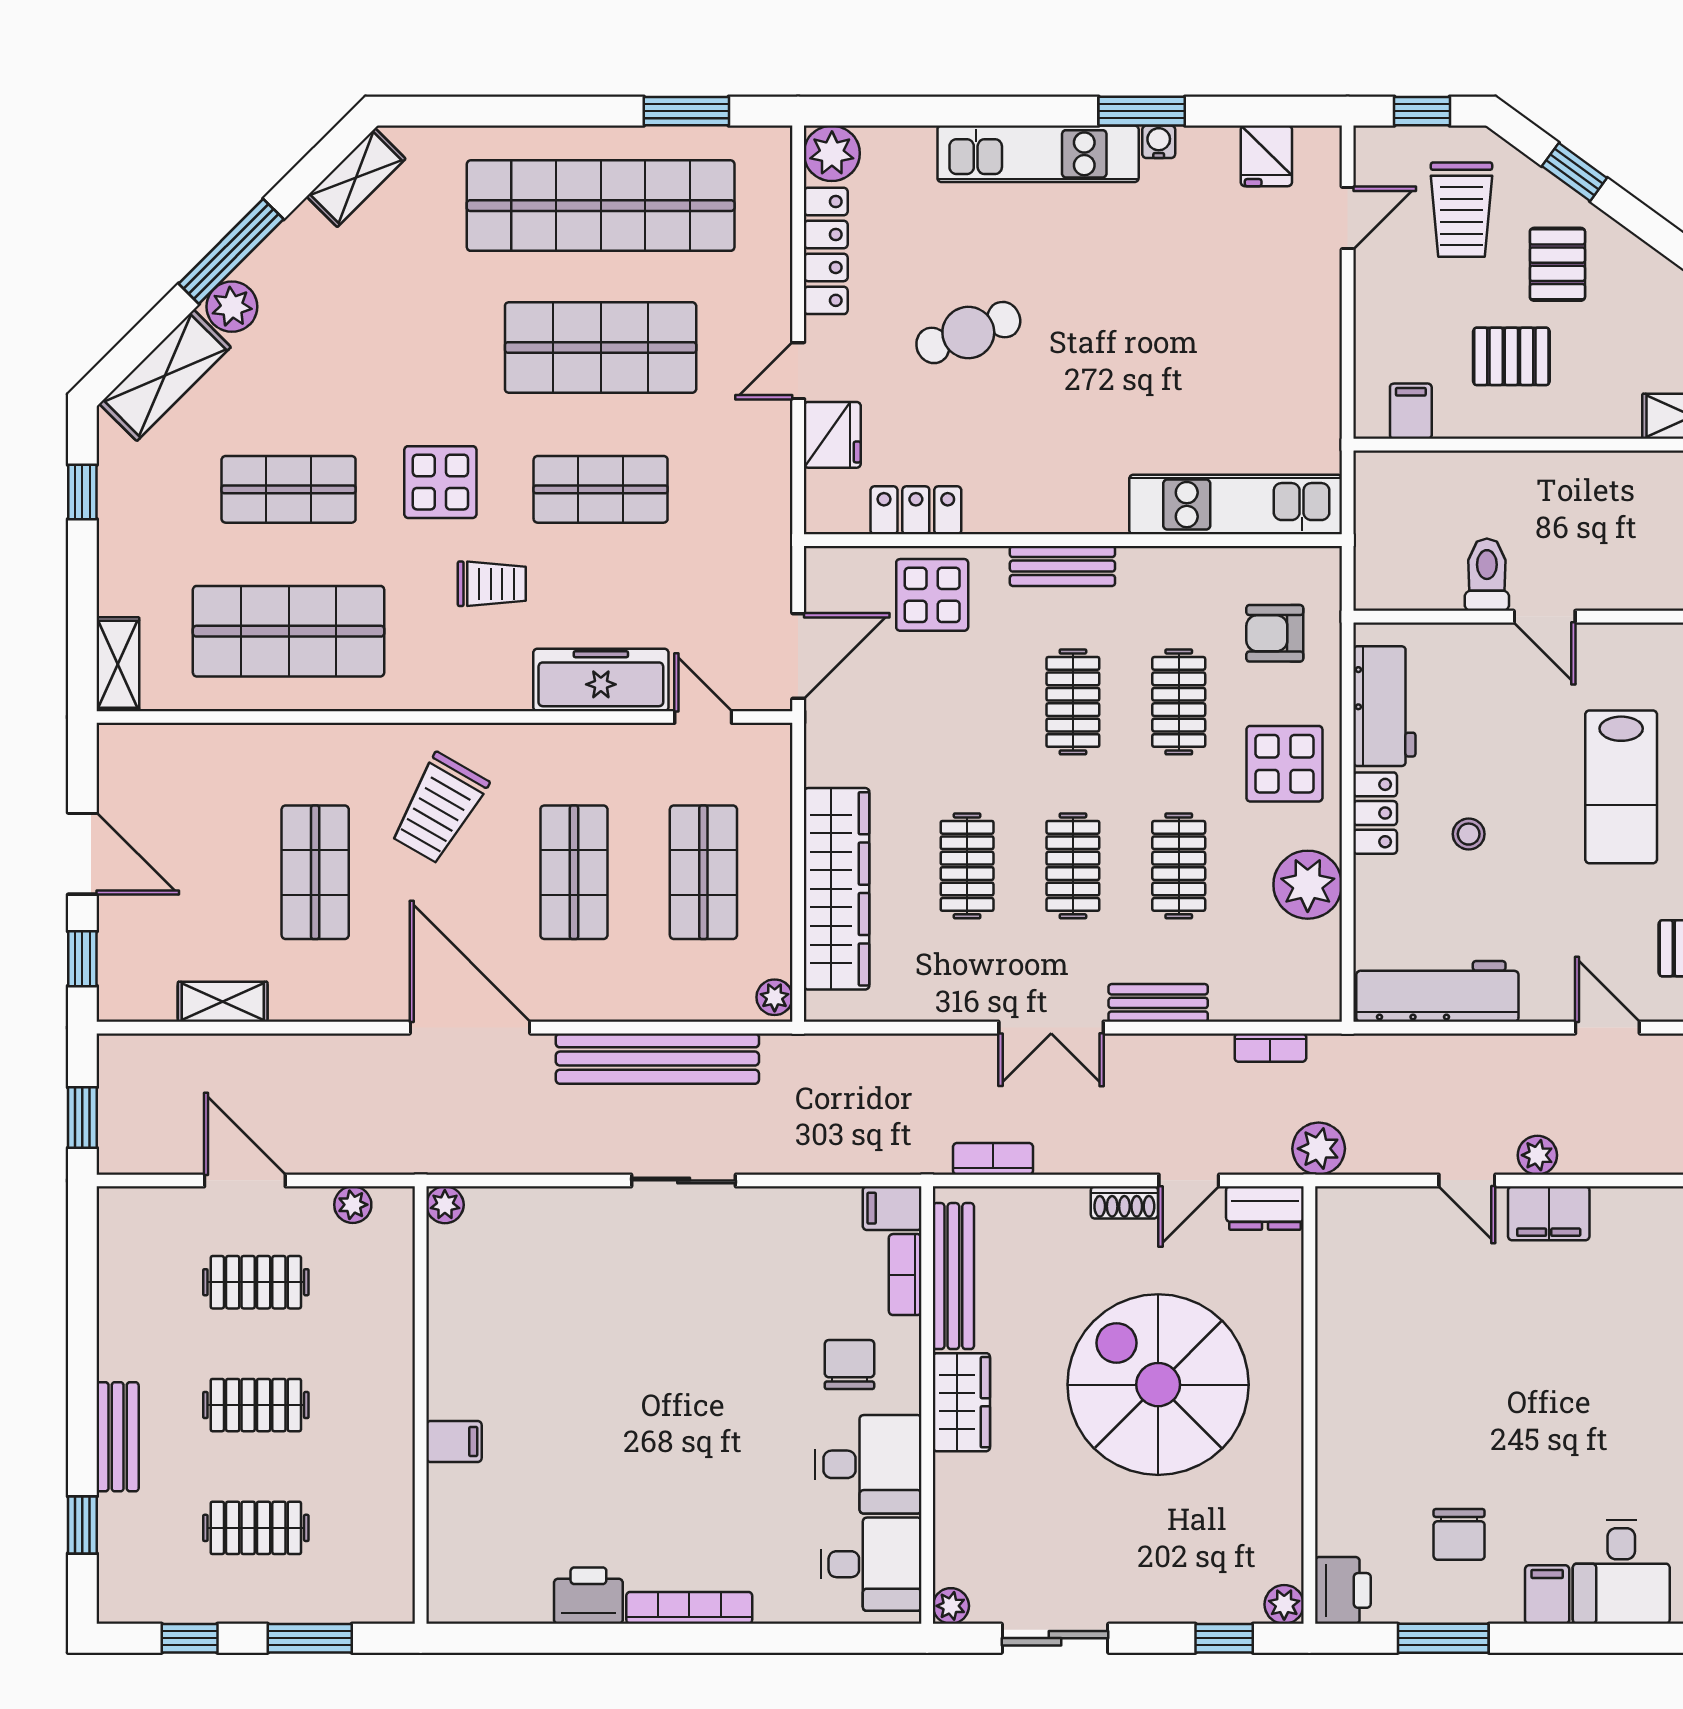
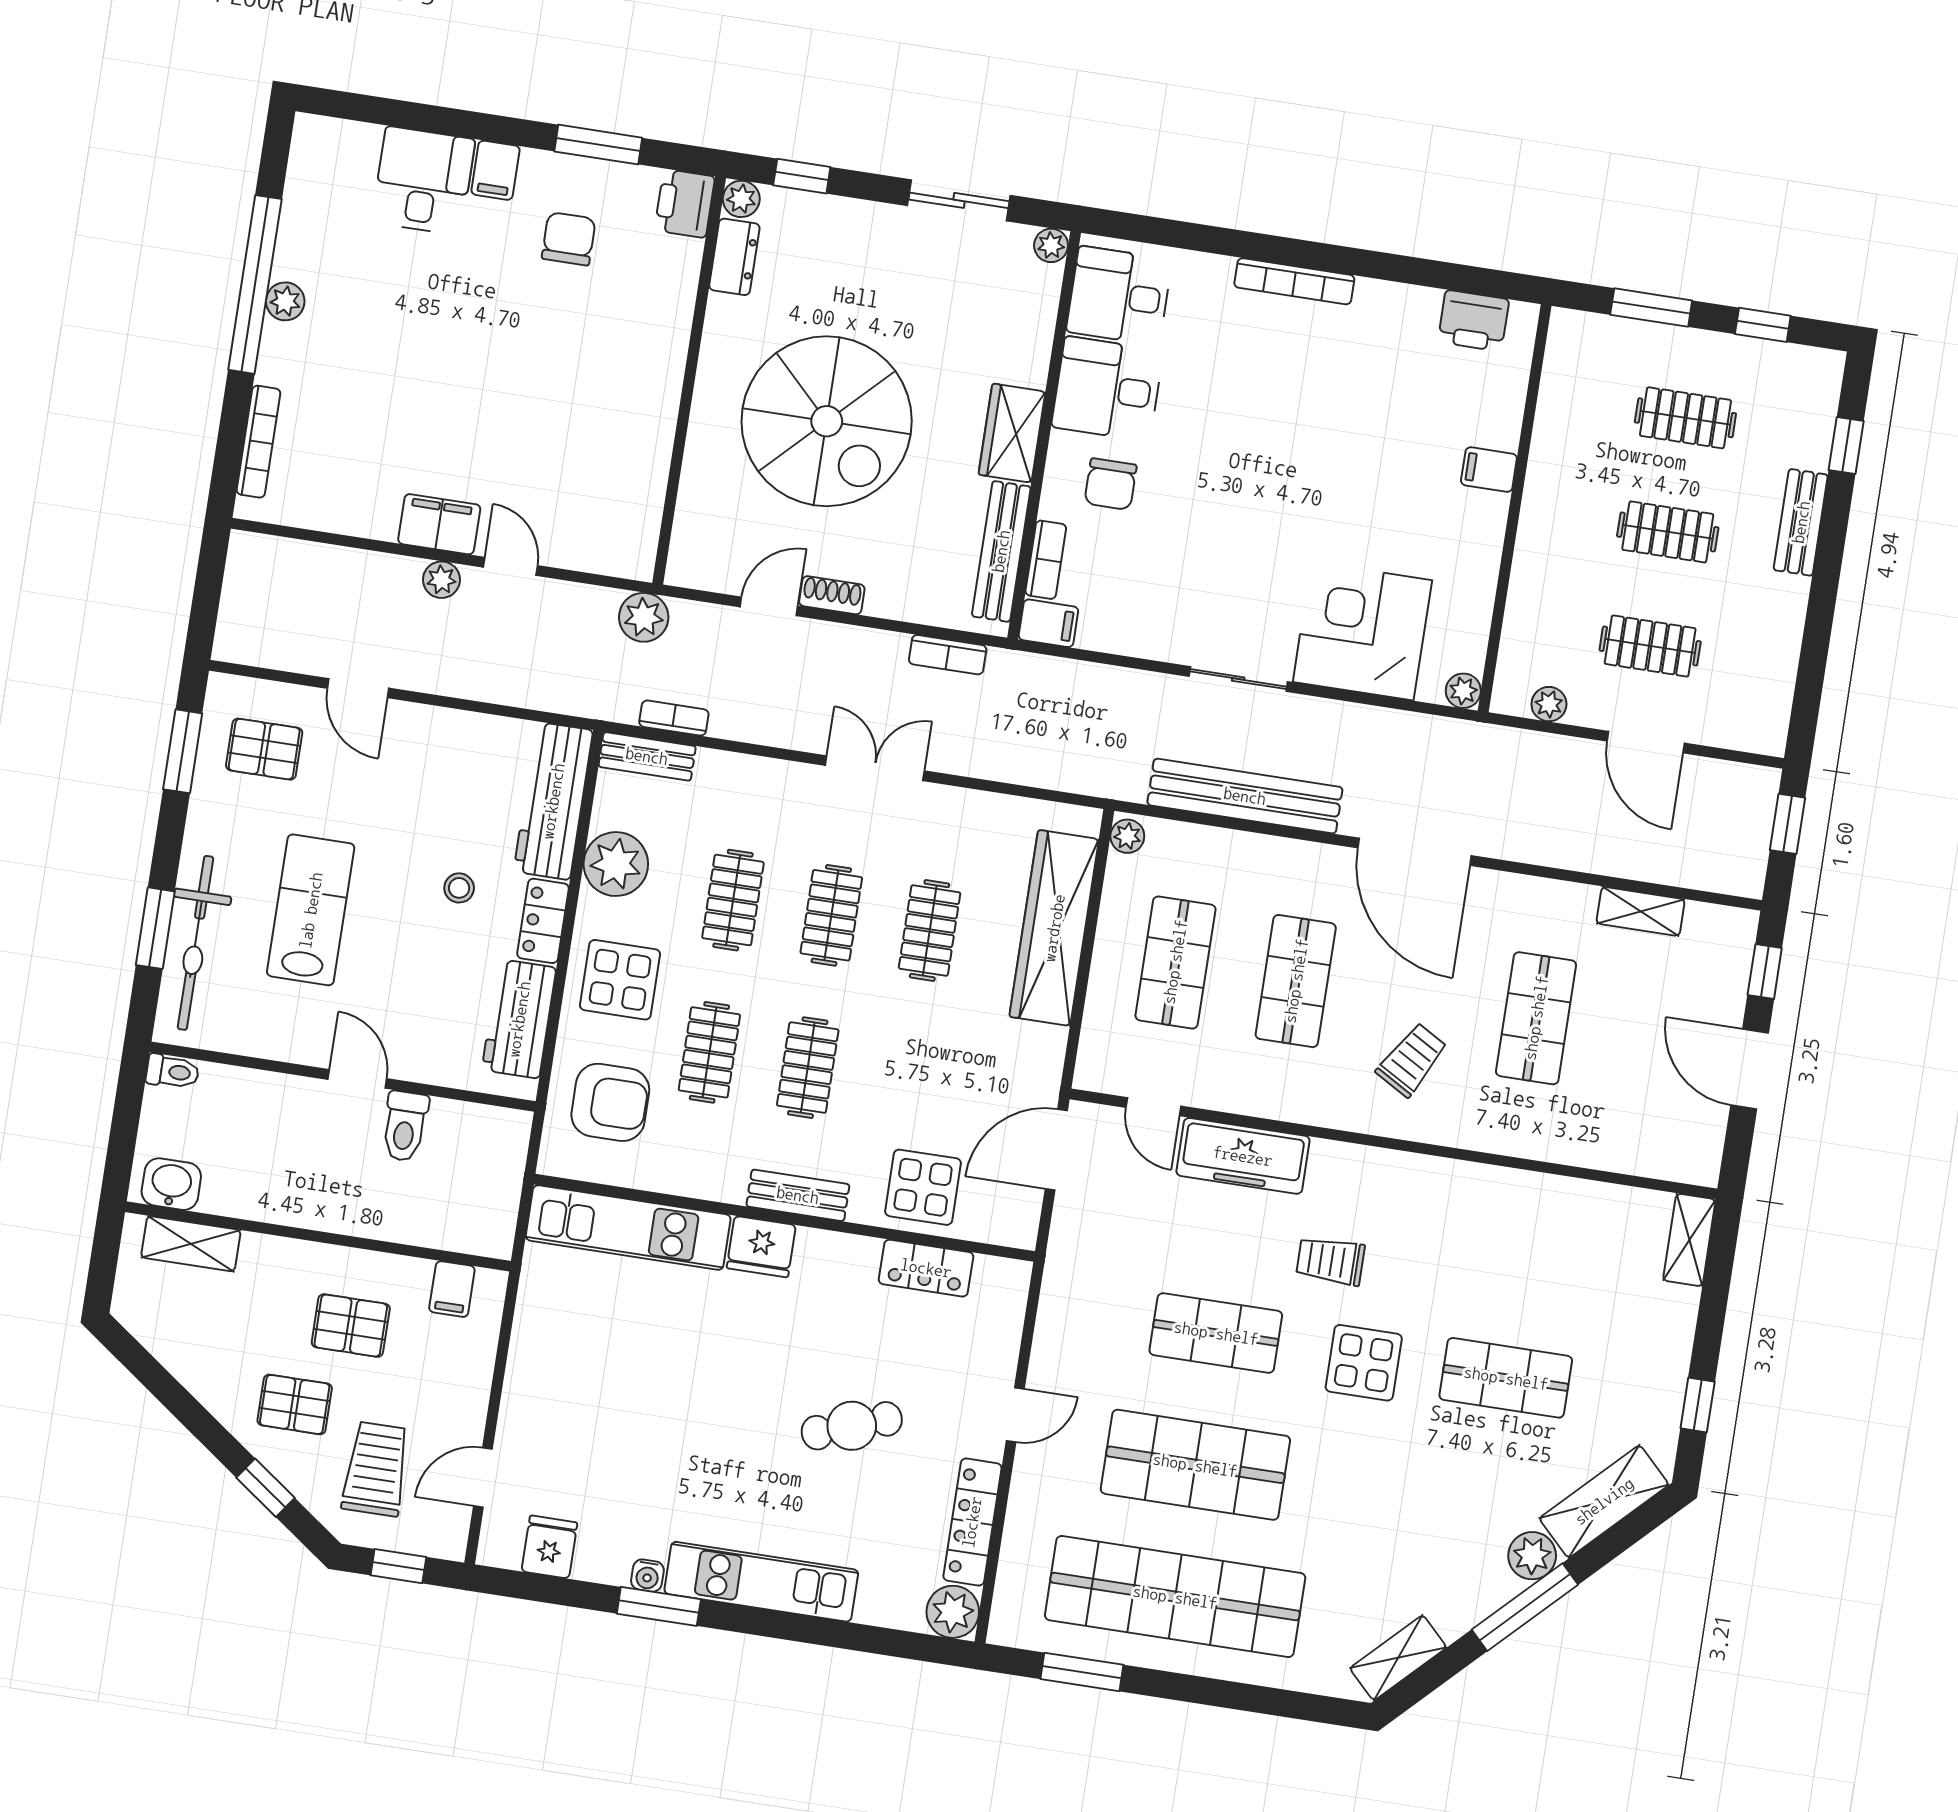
pallet: (1557, 264) -> (295, 1404), turned 90
fridge: (832, 435) -> (761, 1247), moved, turned -90
shop shelf: (289, 631) -> (1526, 1246), removed
armchair: (1275, 633) -> (610, 1102), width x1.38, depth x1.38
trolley: (439, 808) -> (1412, 1060), width x0.73, depth x0.72
workbench: (1437, 991) -> (553, 801), moved, turned 90
bench: (1158, 1003) -> (647, 756), moved
dresser: (1265, 1208) -> (734, 257), moved, turned 90
corner desk: (561, 1251) -> (1362, 631), added
printer: (588, 1596) -> (1473, 321), moved

